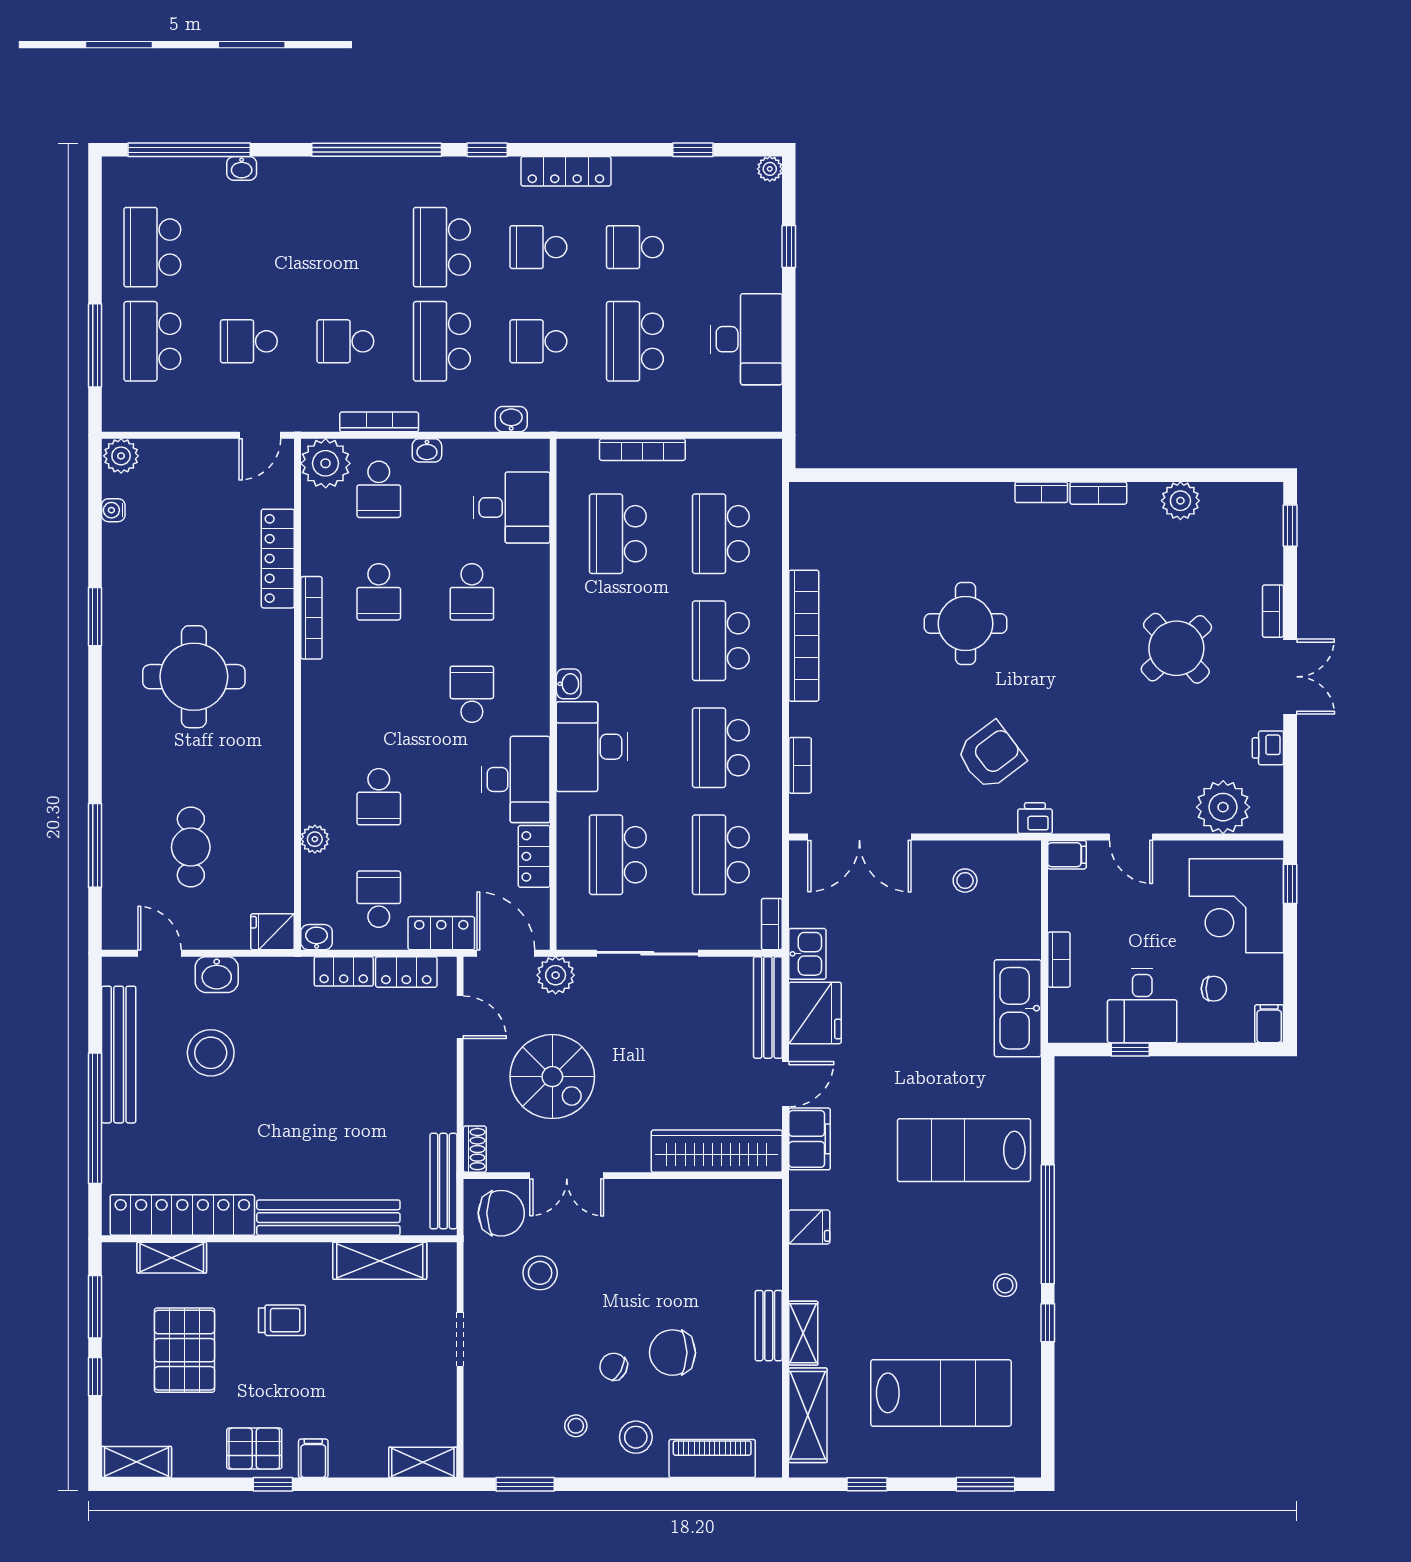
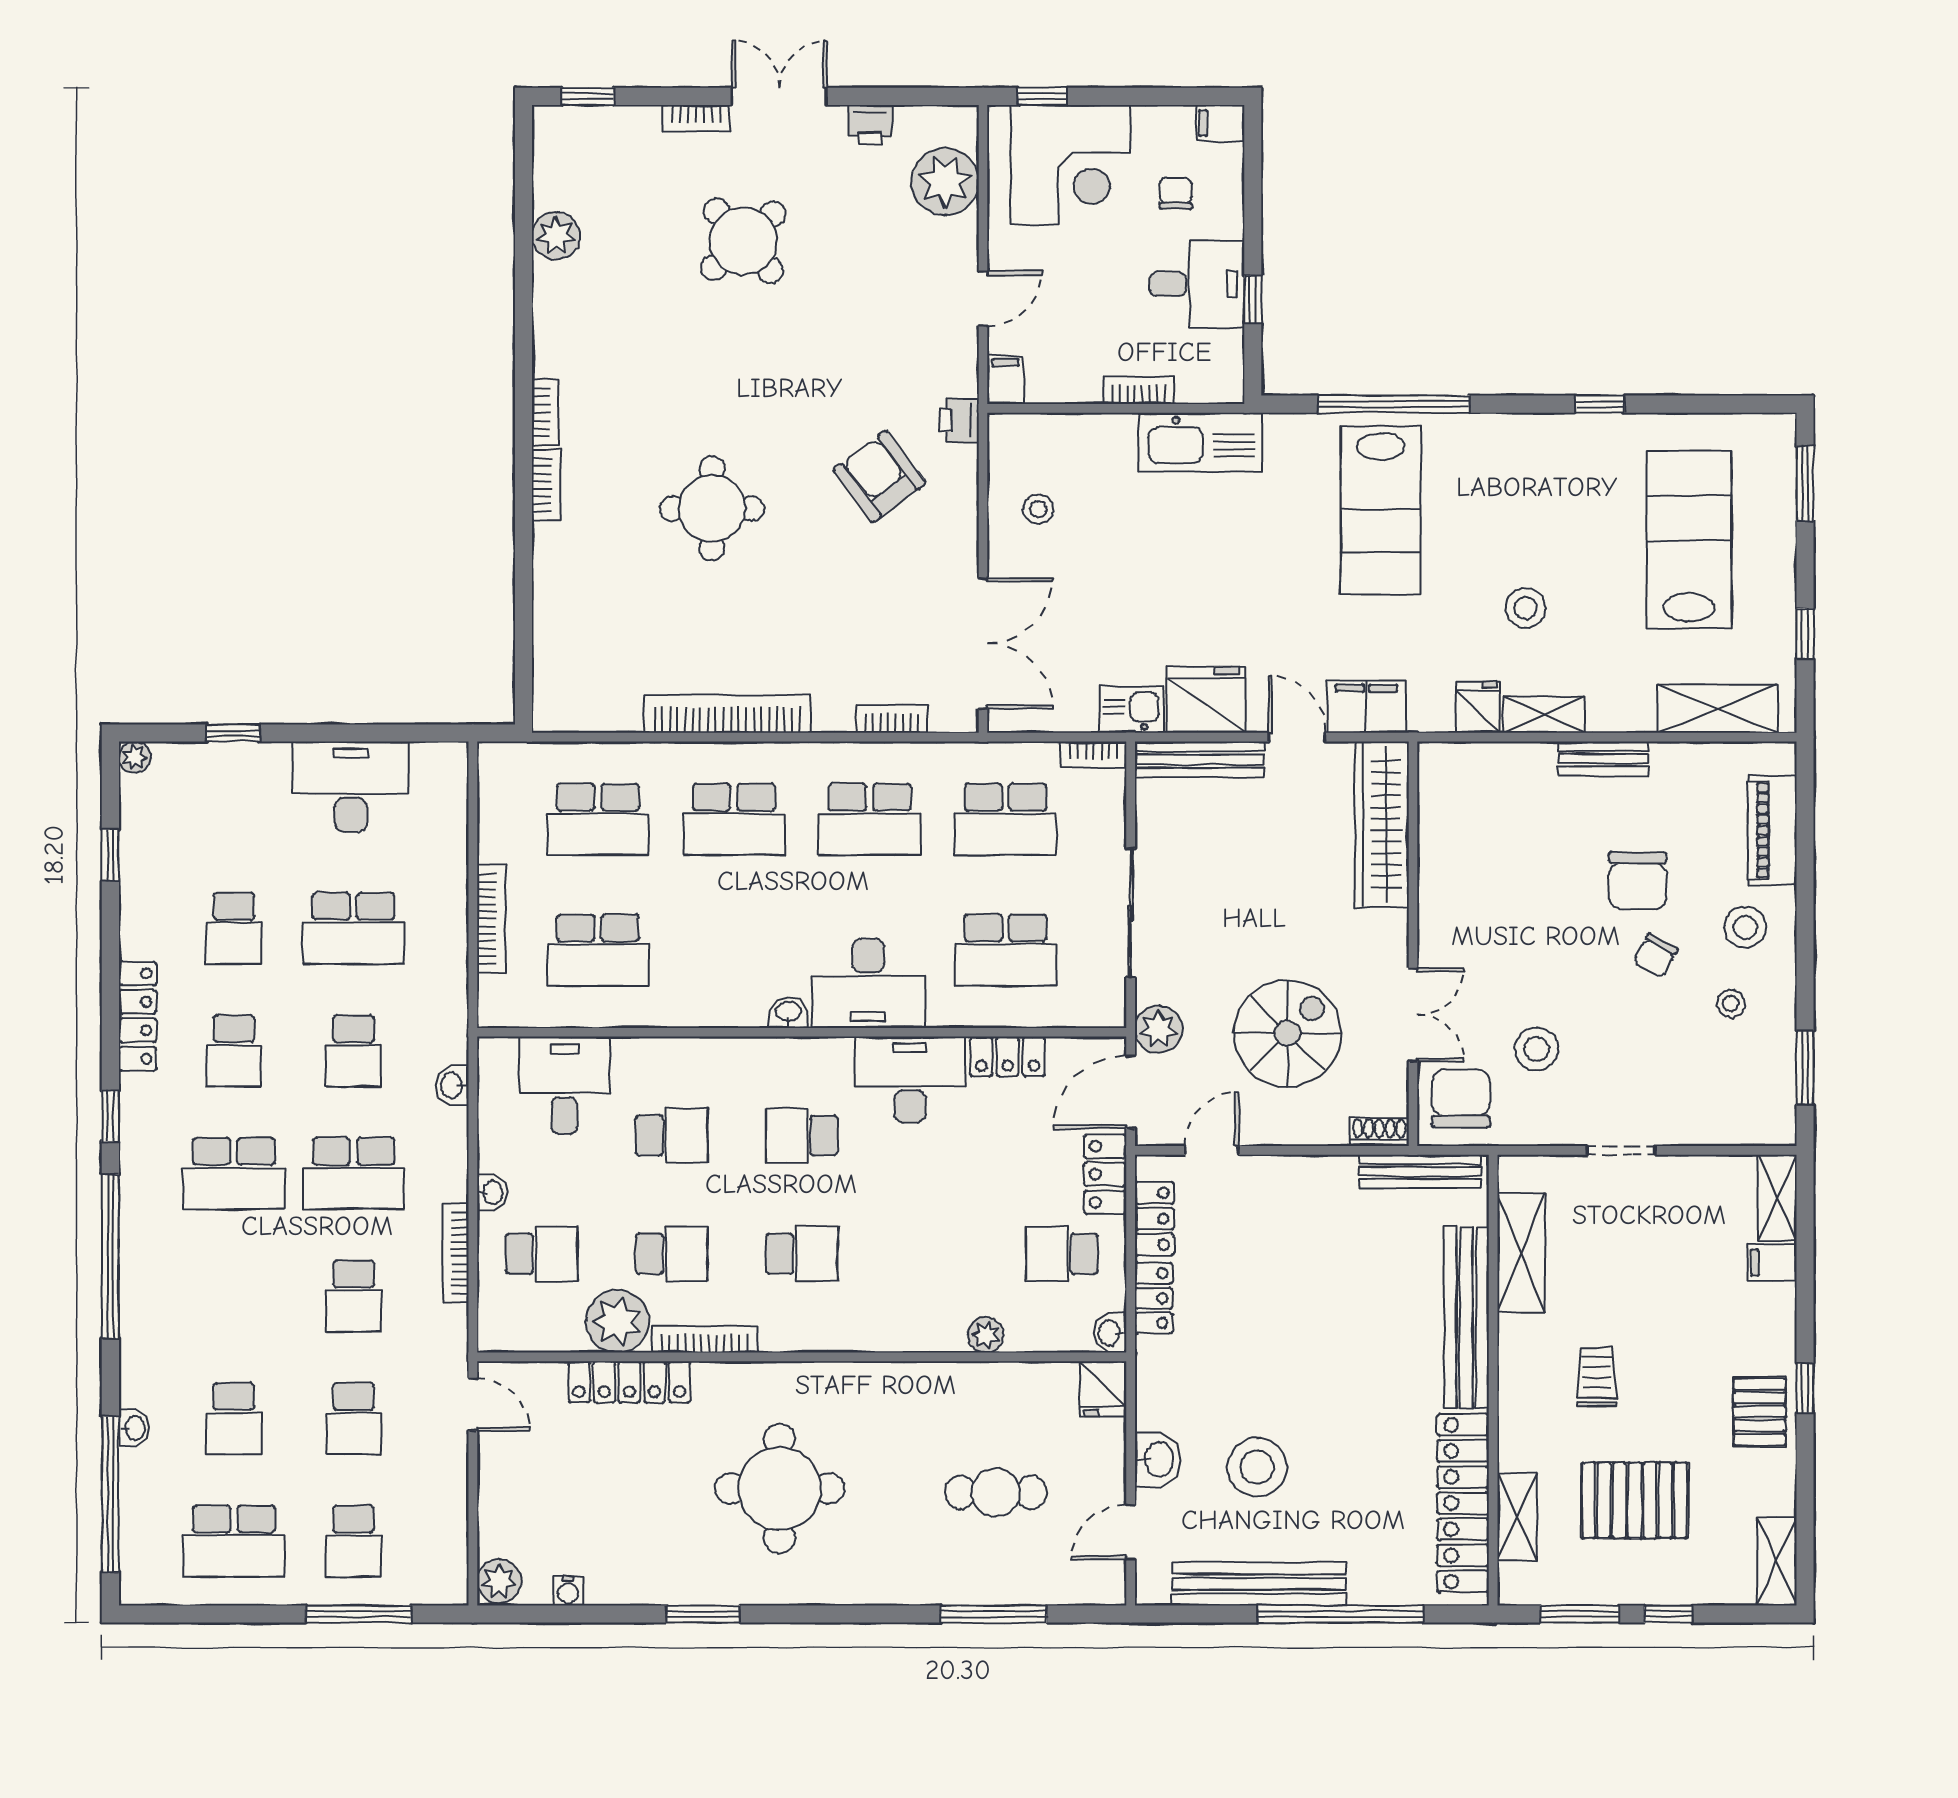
school desk: (249, 247) -> (234, 1419), added
school desk: (152, 341) -> (354, 1541), width x0.54
plant: (326, 463) -> (617, 1321), moved
bookcase: (1098, 493) -> (546, 485), moved
school desk: (379, 797) -> (802, 1254), moved
window: (1048, 1224) -> (1394, 404), moved
stool: (1005, 1285) -> (1525, 608), moved, width x1.37, depth x1.37
shelving: (803, 1333) -> (1544, 715), moved
filing cabinet: (313, 1458) -> (1772, 1263), moved

